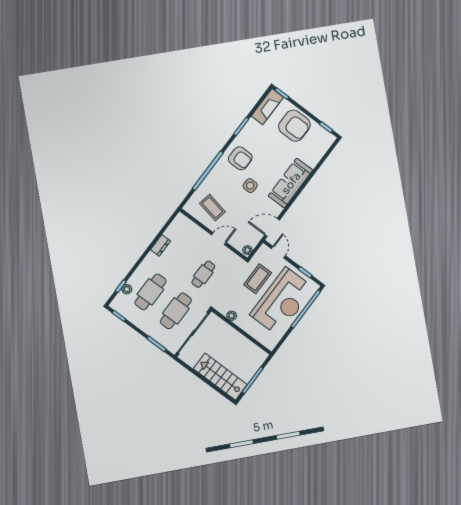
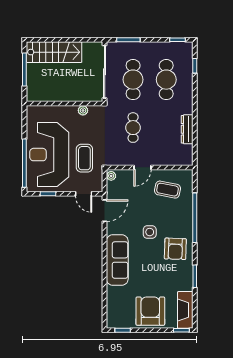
armchair: (294, 126) -> (150, 311), turned 90
armchair: (240, 158) -> (175, 249), turned -88
dresser: (161, 245) -> (187, 129), width x1.44
plant: (127, 289) -> (188, 67), removed

